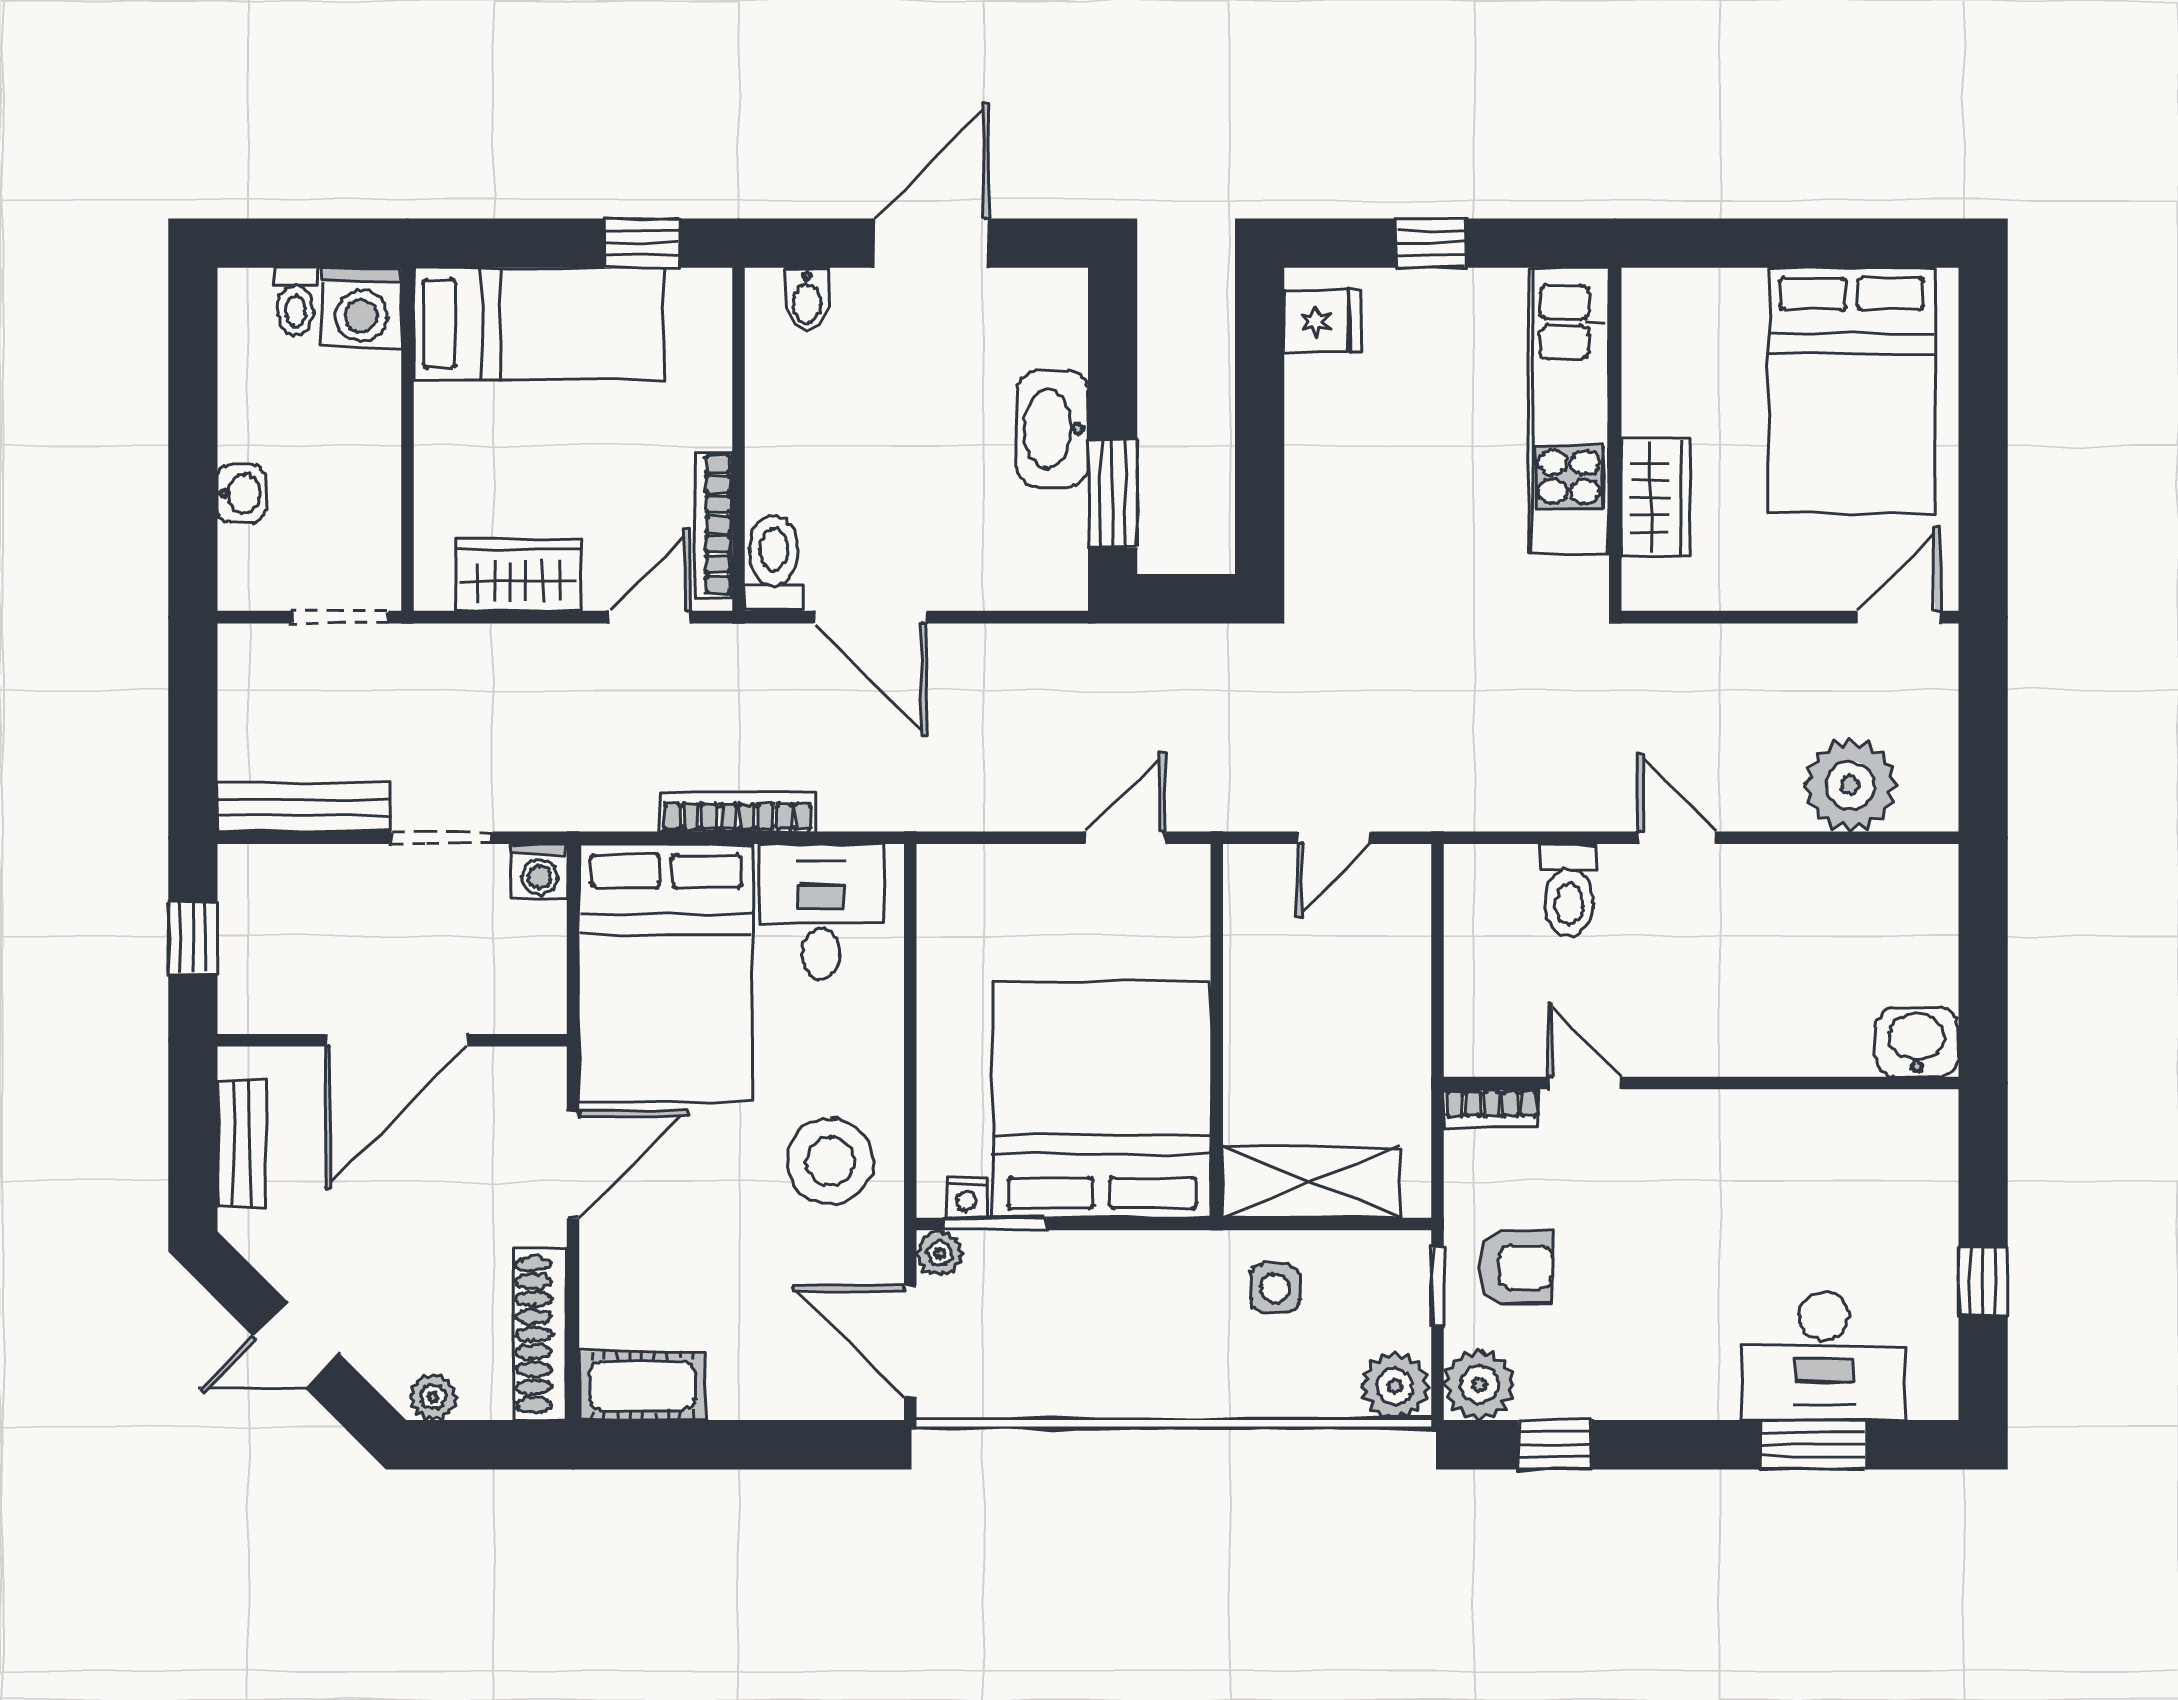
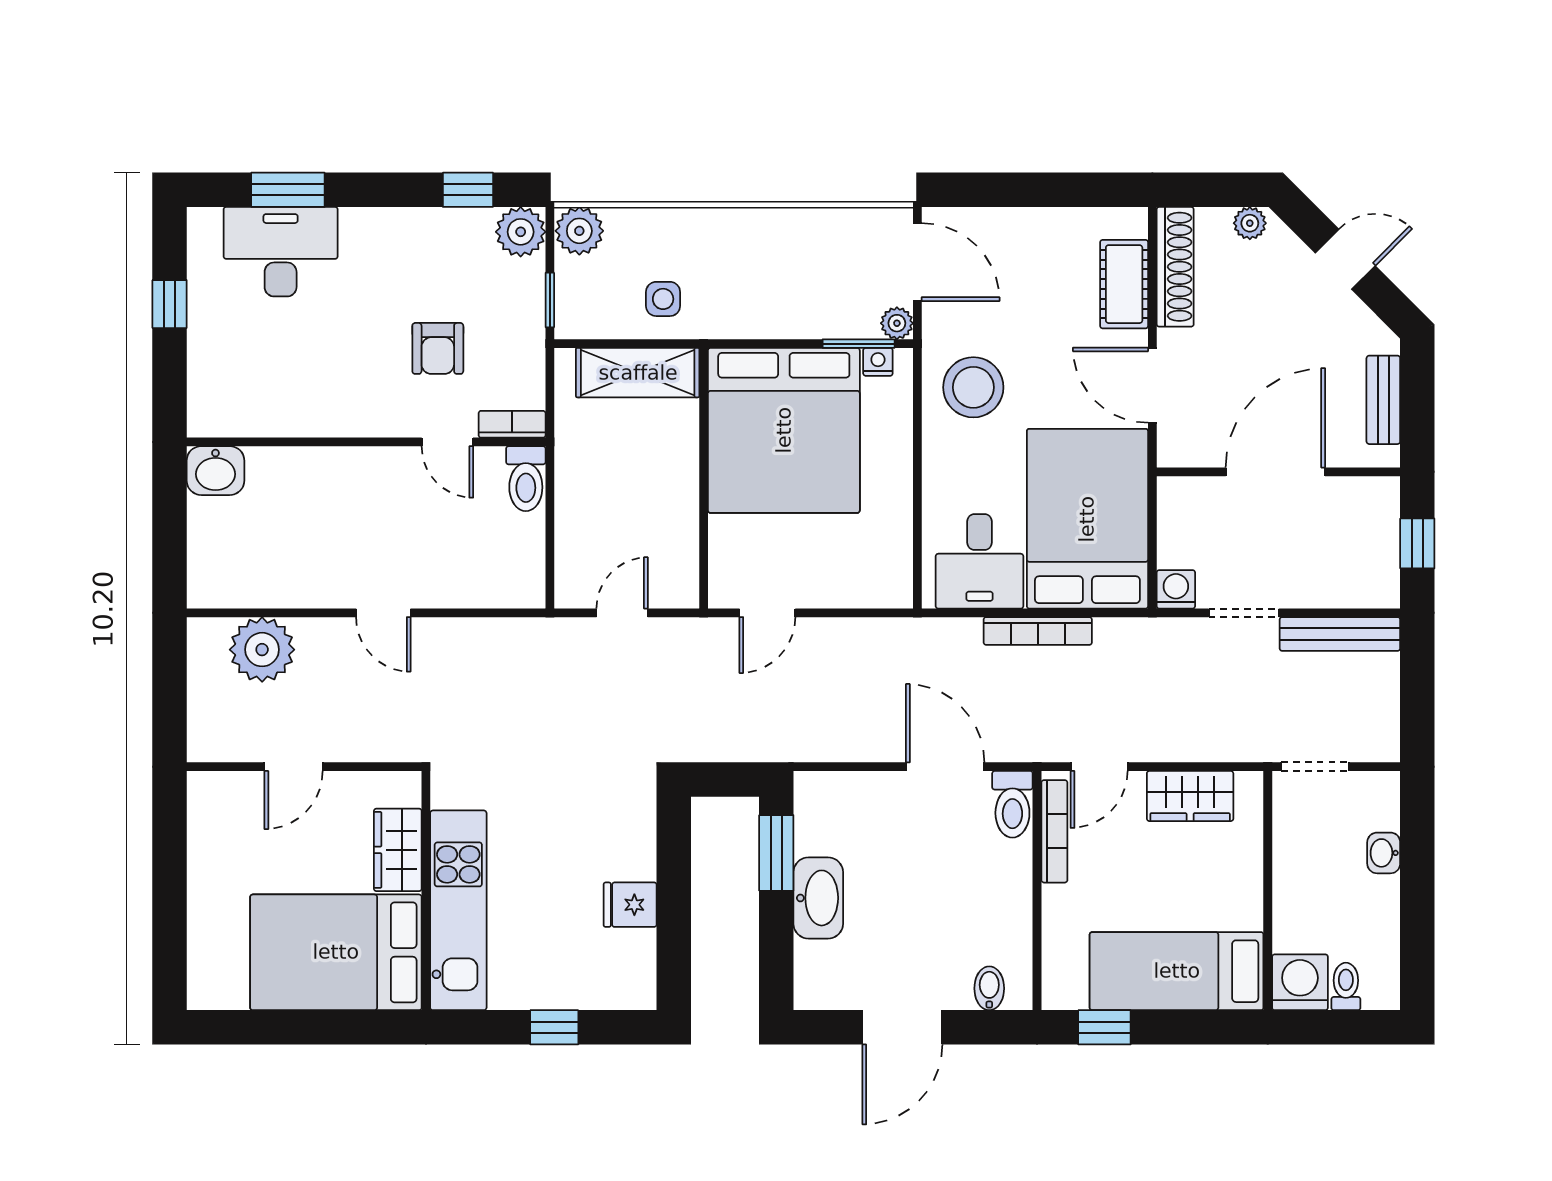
fridge: (1322, 321) -> (630, 905), moved
bed: (1851, 391) -> (336, 952), moved, turned -90
door: (1899, 617) -> (294, 767), moved
toilet: (1569, 891) -> (526, 479), moved, turned 180
door: (573, 1165) -> (1152, 385), hinge flipped
armchair: (1515, 1267) -> (438, 348), moved, turned -90
cot: (643, 1386) -> (1124, 284), moved, turned 90

